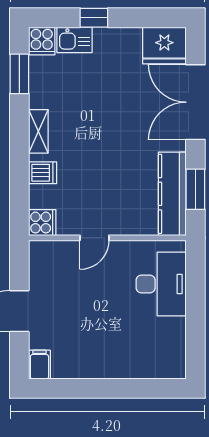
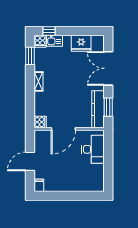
window: (94, 18) -> (49, 31), moved
fridge: (164, 45) -> (81, 43), moved
dishwasher: (43, 173) -> (40, 100), removed
door: (94, 238) -> (63, 129), width x1.87

